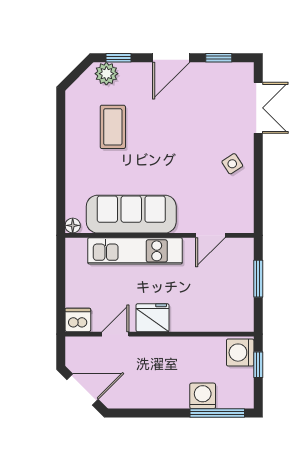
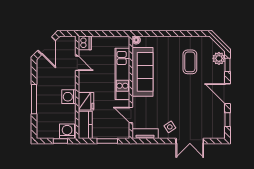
double door: (258, 108) -> (190, 141), moved
coffee table: (113, 127) -> (190, 62), turned 90
tv unit: (245, 209) -> (145, 134), added
fridge: (152, 318) -> (86, 101), moved
kitchen counter: (229, 319) -> (85, 125), added
washing machine: (203, 396) -> (69, 97), moved, turned 180
window: (217, 413) -> (34, 99), moved

